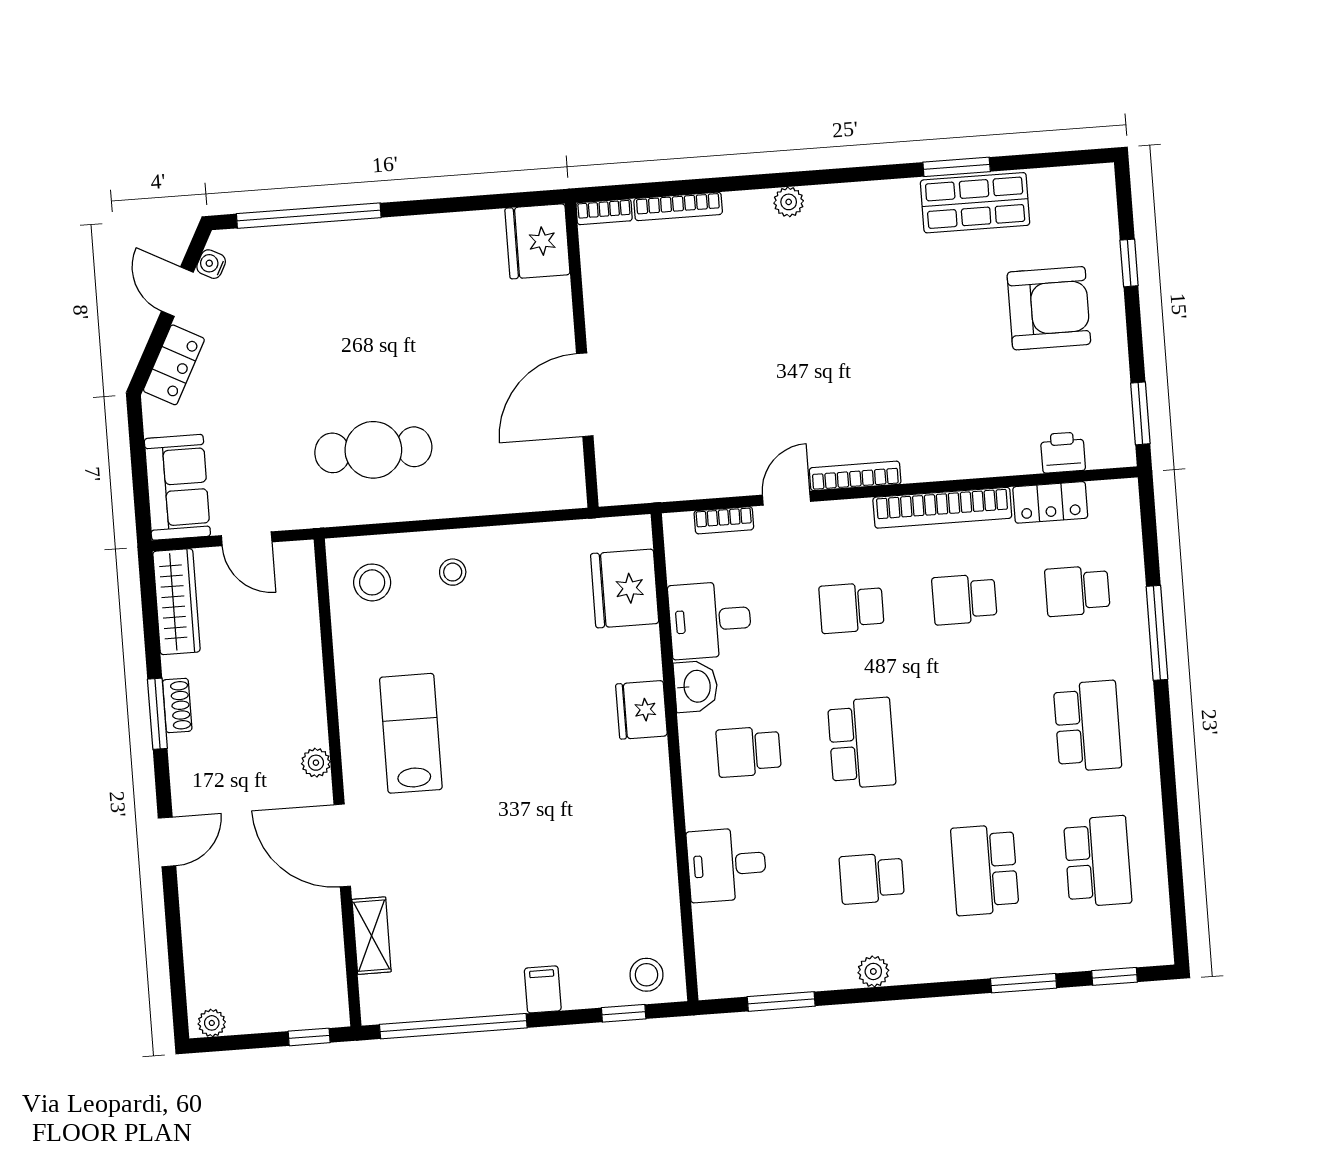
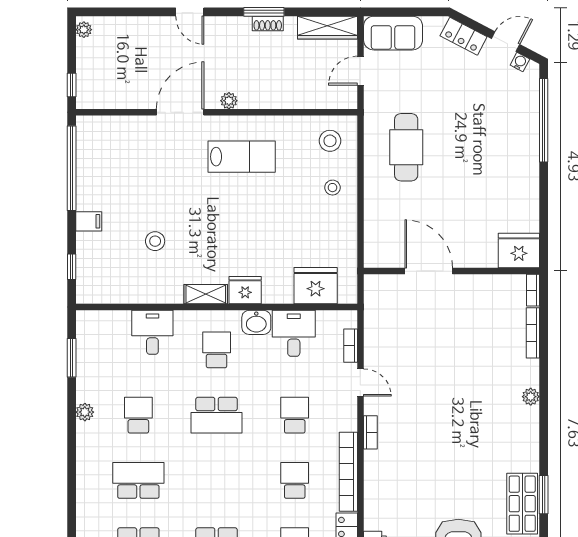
bookcase: (855, 476) -> (370, 432), width x0.64
shelving: (372, 936) -> (206, 294), moved
stool: (646, 975) -> (155, 241), moved
window: (1024, 983) -> (72, 498), removed

